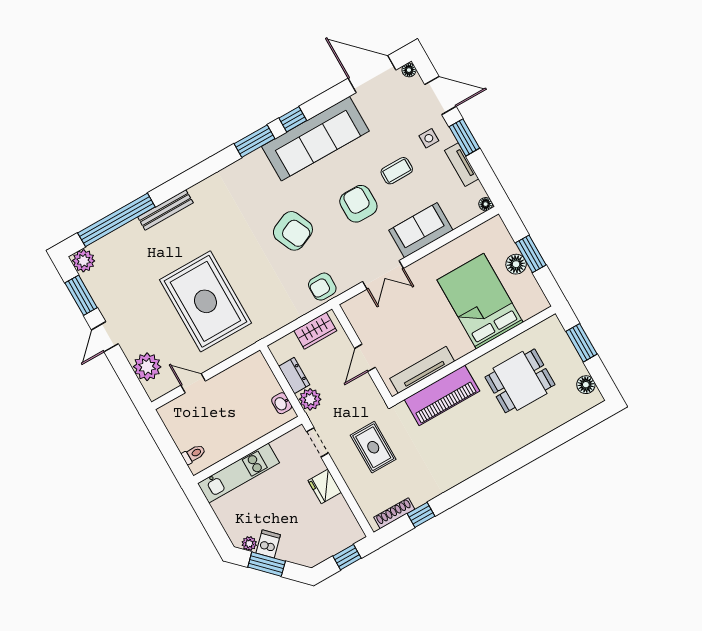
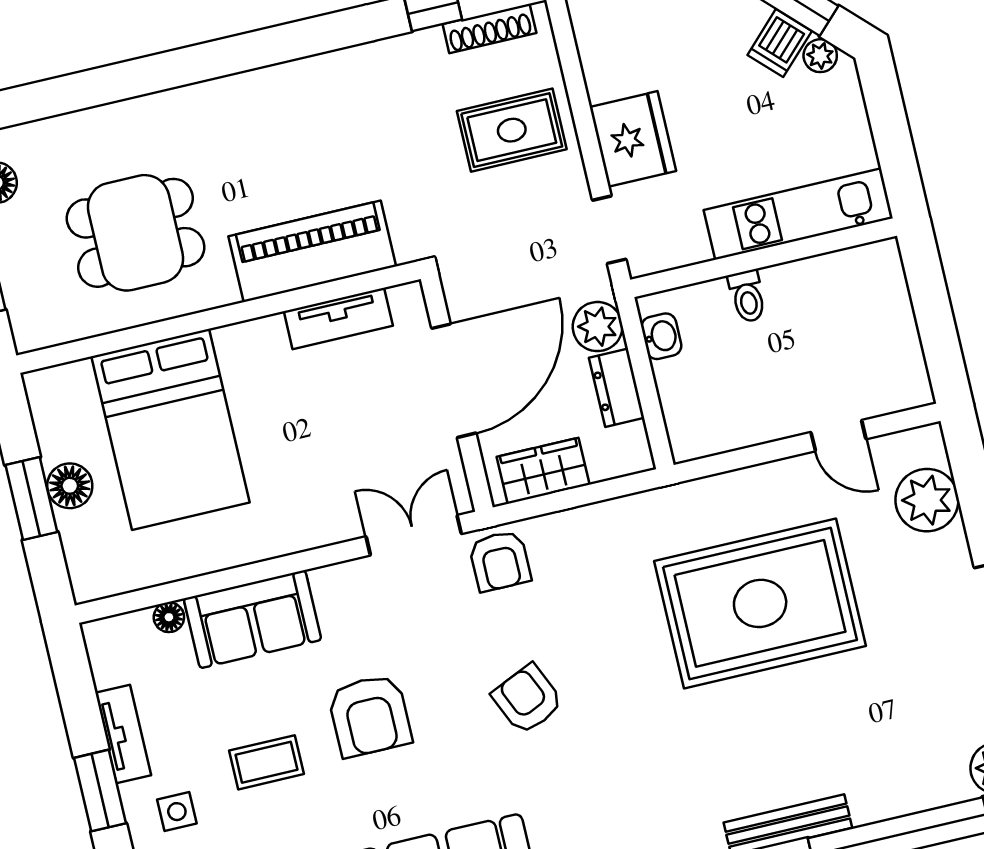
floor lamp: (486, 204) -> (169, 617), moved
armchair: (293, 231) -> (527, 699), width x0.72, depth x0.72
double door: (383, 275) -> (414, 535), moved
armchair: (322, 287) -> (500, 561), turned 90
rug: (205, 301) -> (760, 603), turned 90
door: (365, 358) -> (454, 381), width x1.87
tv unit: (422, 370) -> (338, 319), width x0.71
rug: (373, 447) -> (512, 130), moved, turned 90
toilet: (194, 454) -> (747, 296), moved, turned -90
fridge: (325, 486) -> (633, 139), width x1.36, depth x1.34

